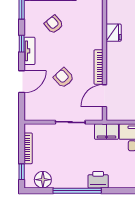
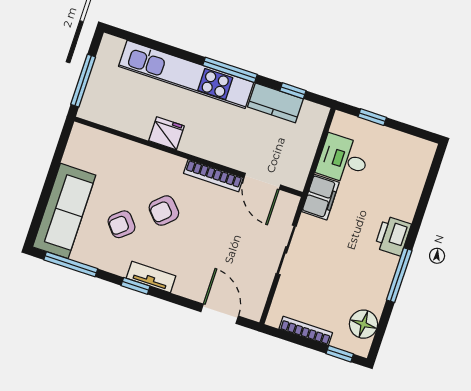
armchair: (64, 78) -> (164, 211), moved
door: (22, 82) -> (220, 314), moved
window: (77, 191) -> (399, 275), width x0.68

